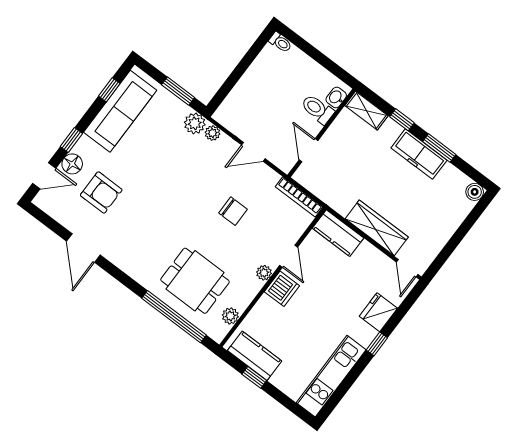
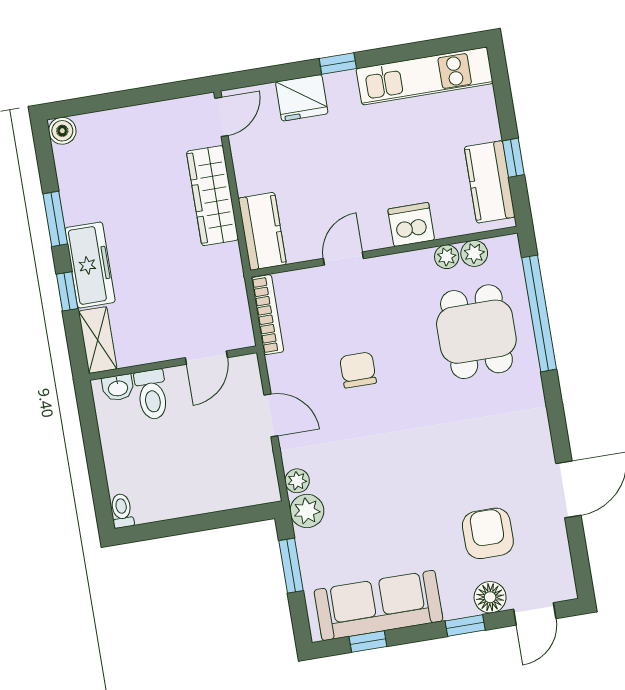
freezer: (419, 154) -> (90, 265), moved
door: (44, 176) -> (535, 614), swing flipped
plant: (264, 273) -> (447, 257), moved
dishwasher: (282, 289) -> (411, 224), moved

